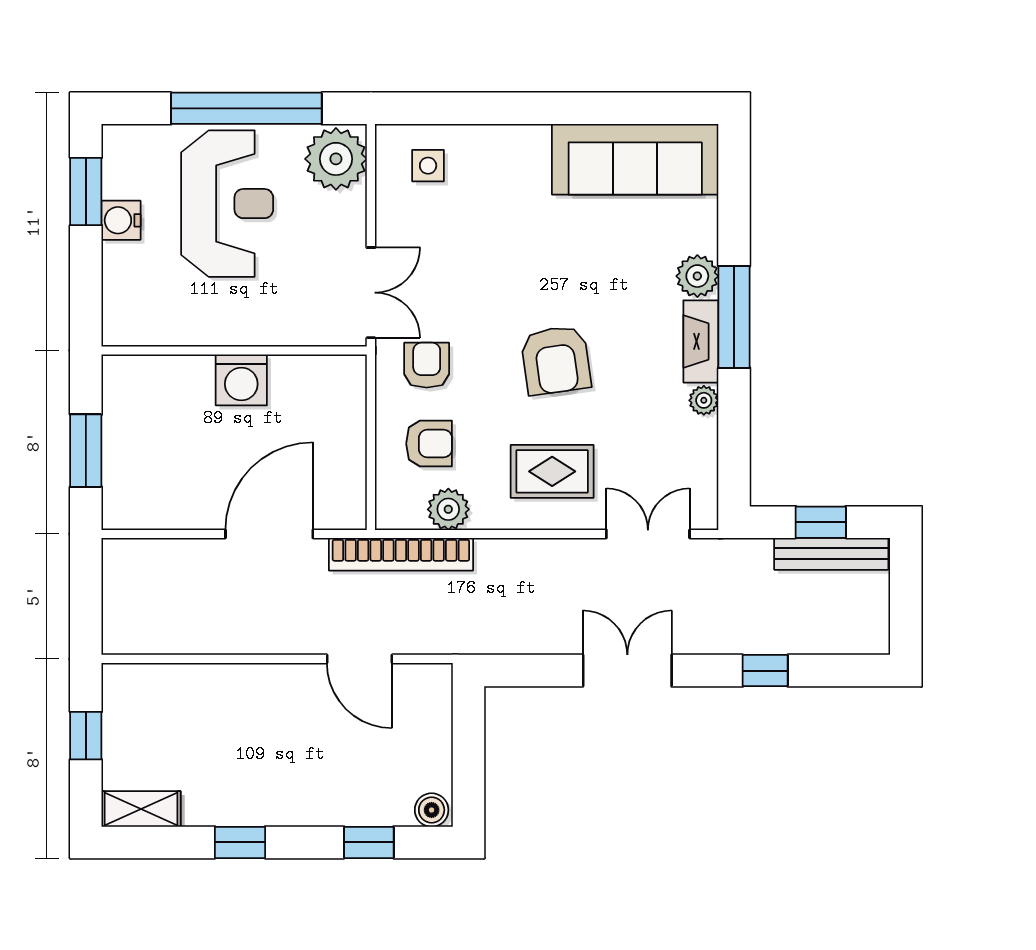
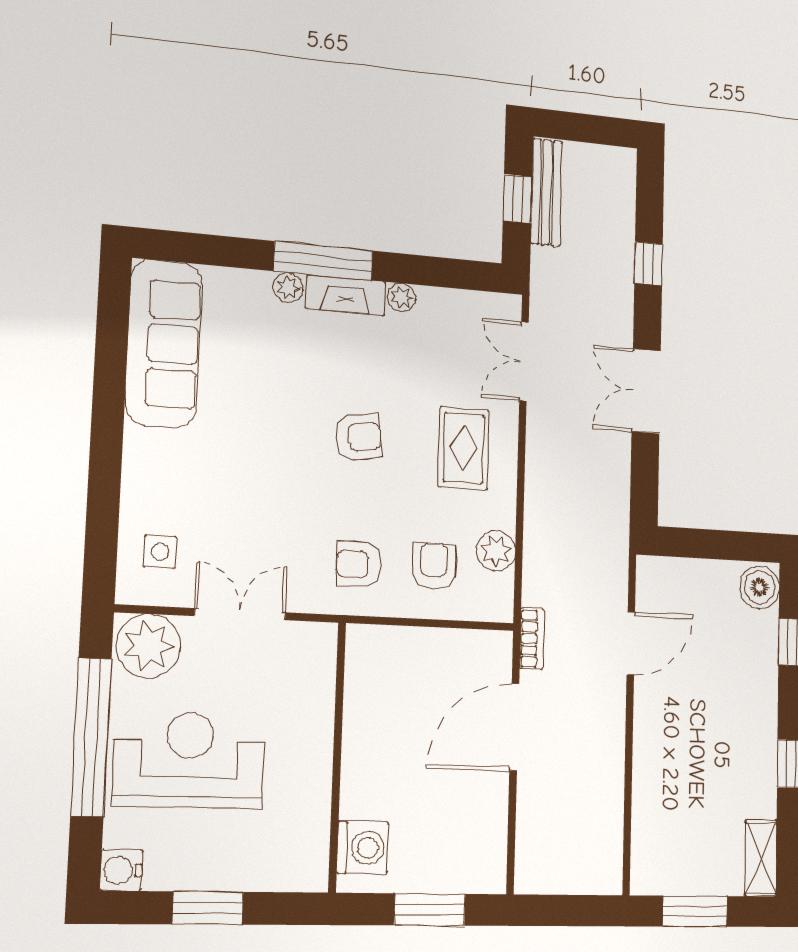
window: (86, 192) -> (208, 908), moved
water cooler: (121, 220) -> (121, 870), moved, turned 90
plant: (697, 276) -> (288, 288), width x0.73, depth x0.73
double door: (371, 293) -> (240, 614), moved
armchair: (556, 360) -> (358, 437), width x0.72, depth x0.72
washing machine: (241, 380) -> (363, 848), moved
door: (269, 534) -> (514, 727), hinge flipped
bookcase: (401, 554) -> (532, 639), width x0.43, depth x0.76
window: (86, 736) -> (695, 911), width x1.50
boiler: (432, 810) -> (760, 587), width x1.36, depth x1.36

